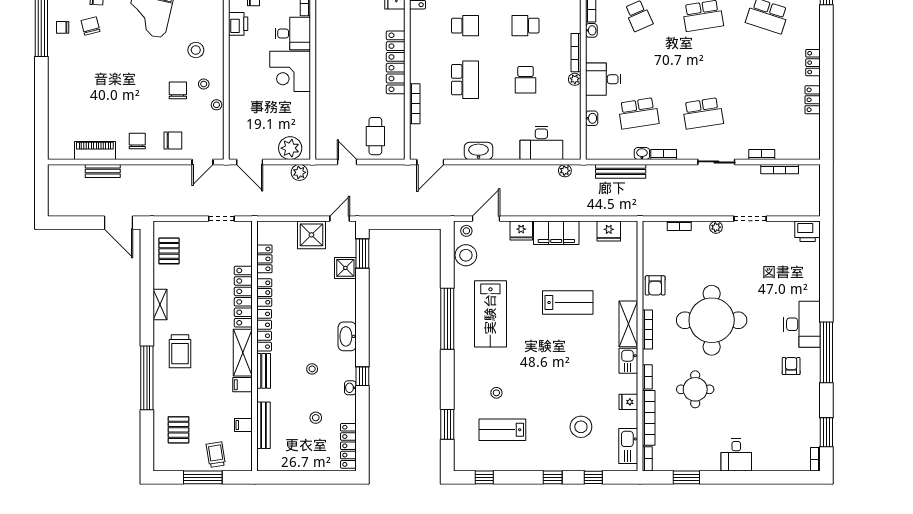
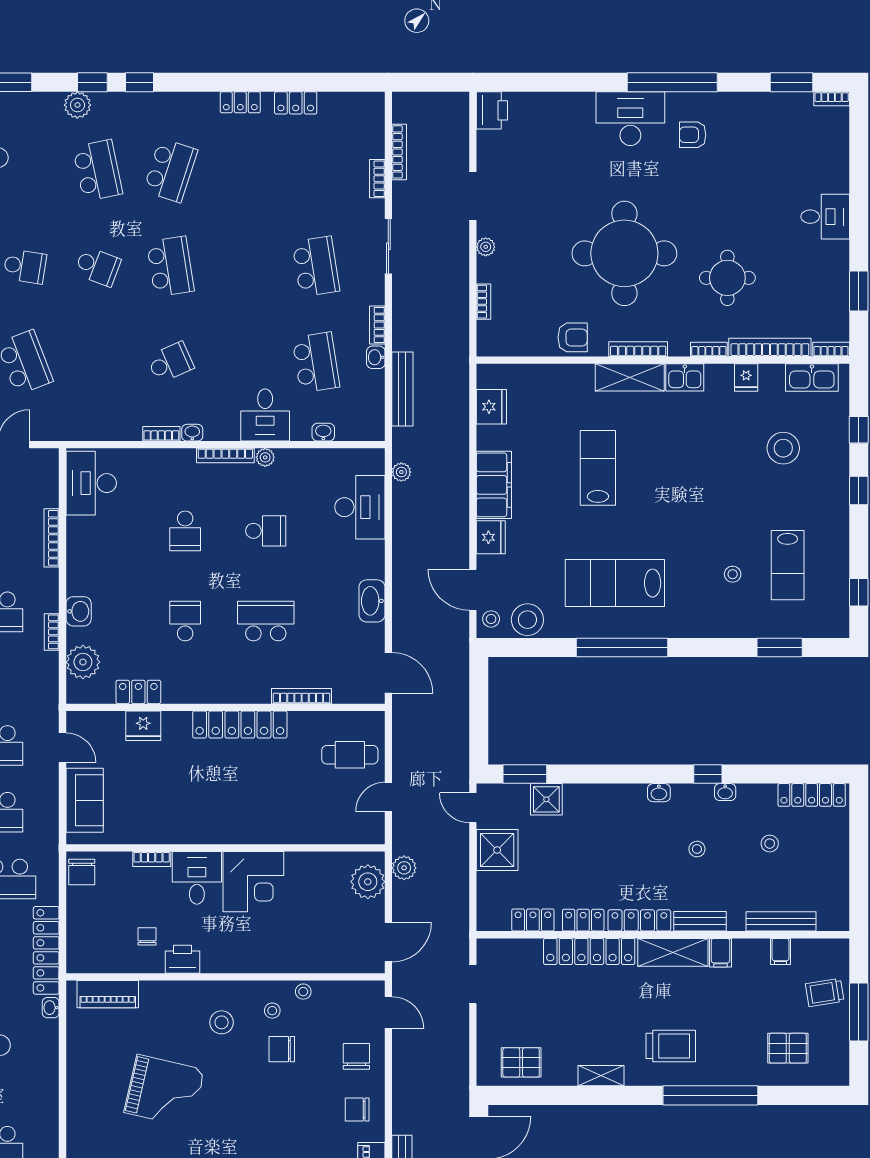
lab bench: (490, 314) -> (615, 583), turned 180
washbasin: (347, 336) -> (659, 793), width x0.52, depth x0.69

